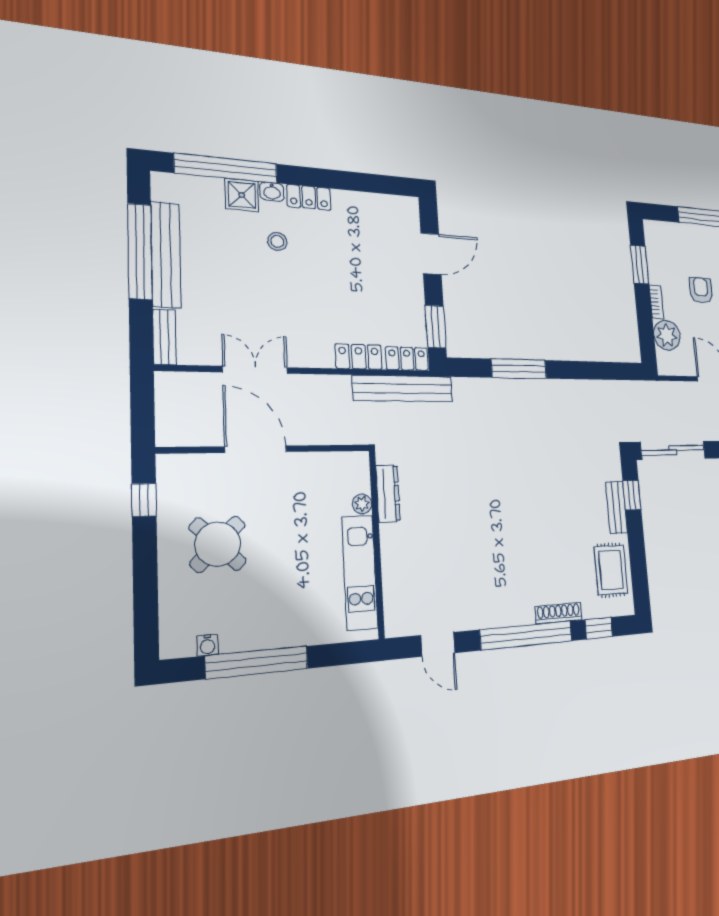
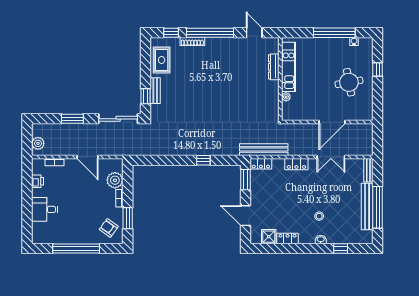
window: (226, 168) -> (341, 249), width x0.32
shower: (242, 195) -> (269, 237), moved
locker: (309, 197) -> (287, 239), moved
door: (431, 254) -> (246, 216), hinge flipped
armchair: (701, 290) -> (109, 228), moved, turned 126
locker: (359, 357) -> (296, 164), moved
window: (519, 369) -> (203, 160), width x0.46
door: (256, 449) -> (332, 122), hinge flipped
dresser: (388, 493) -> (274, 67), moved
window: (144, 500) -> (378, 69), moved
round table: (218, 544) -> (349, 82), turned 35

